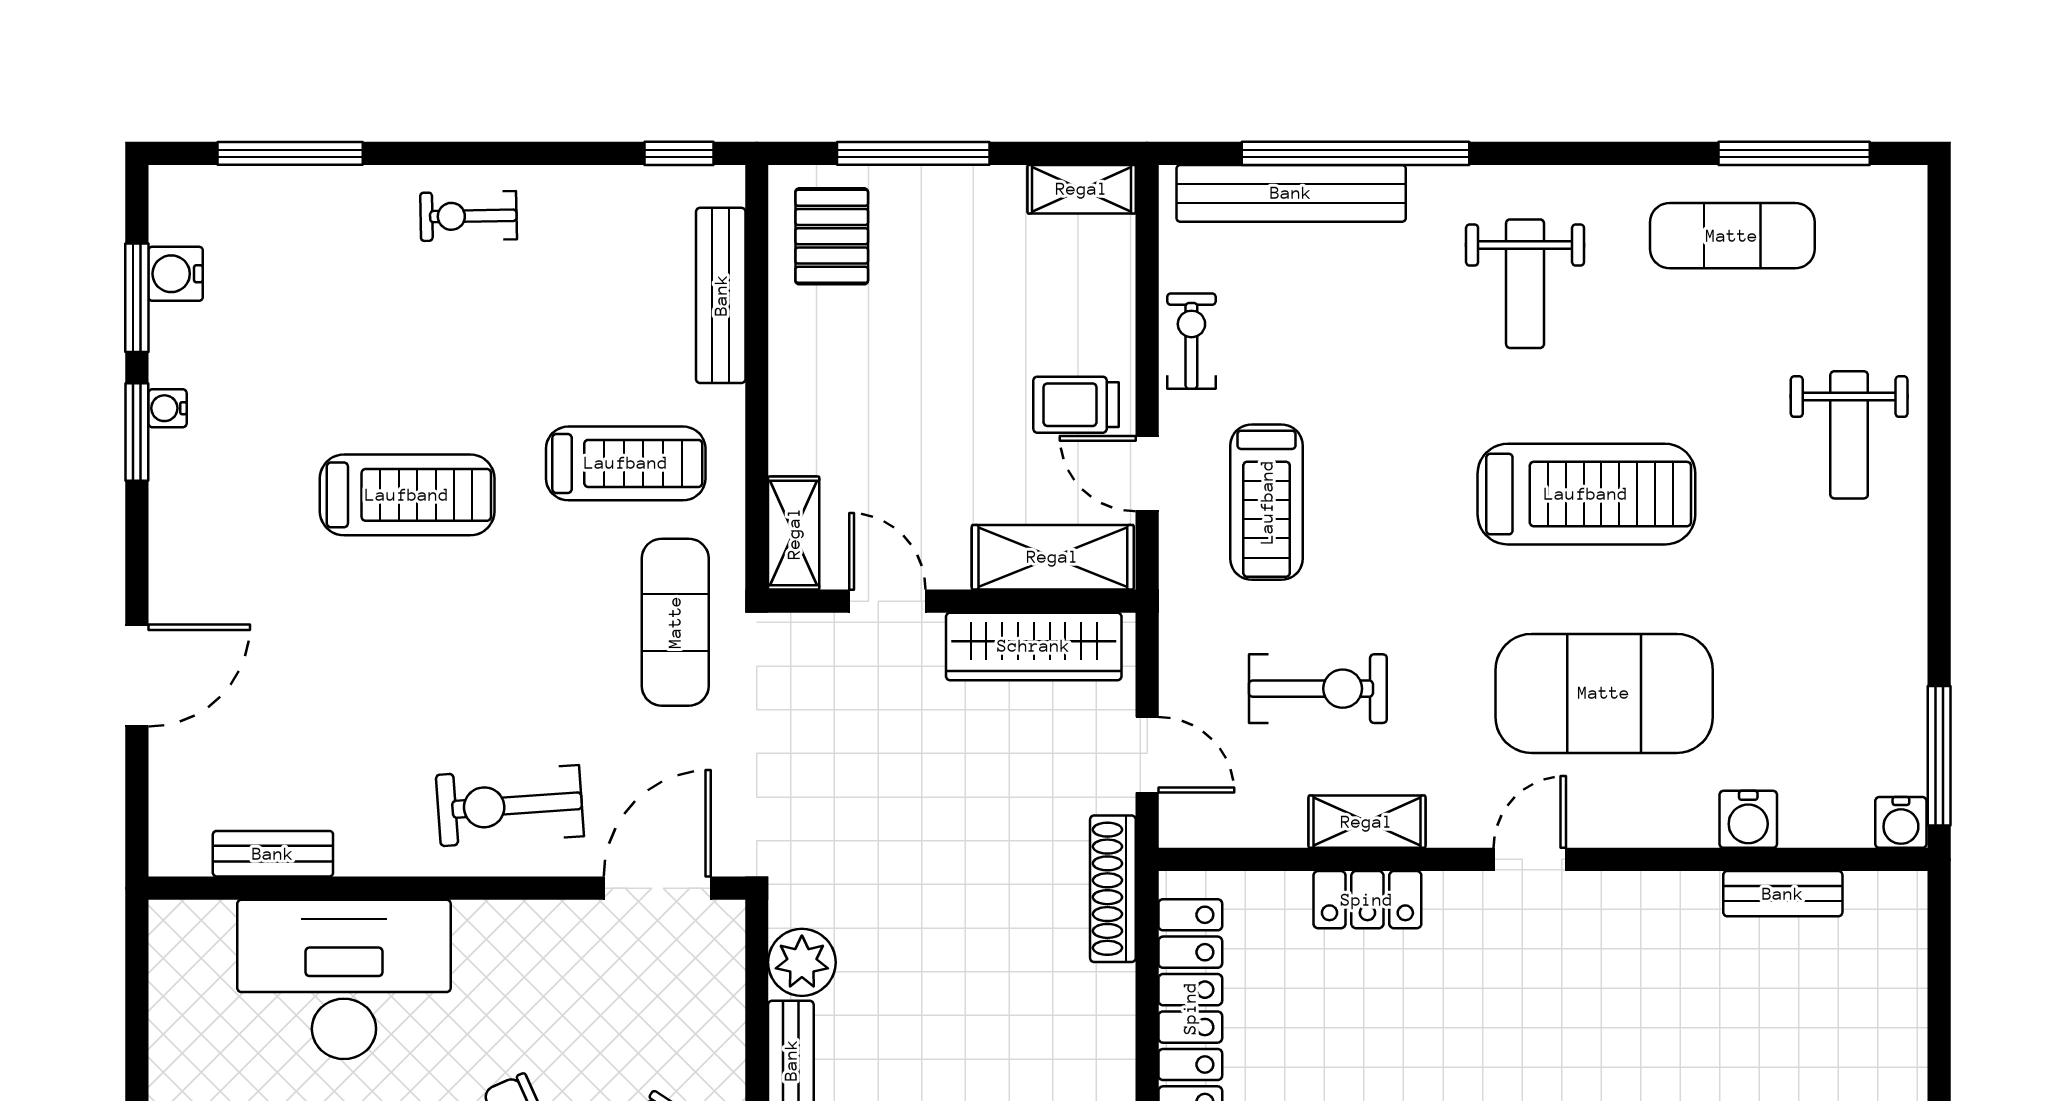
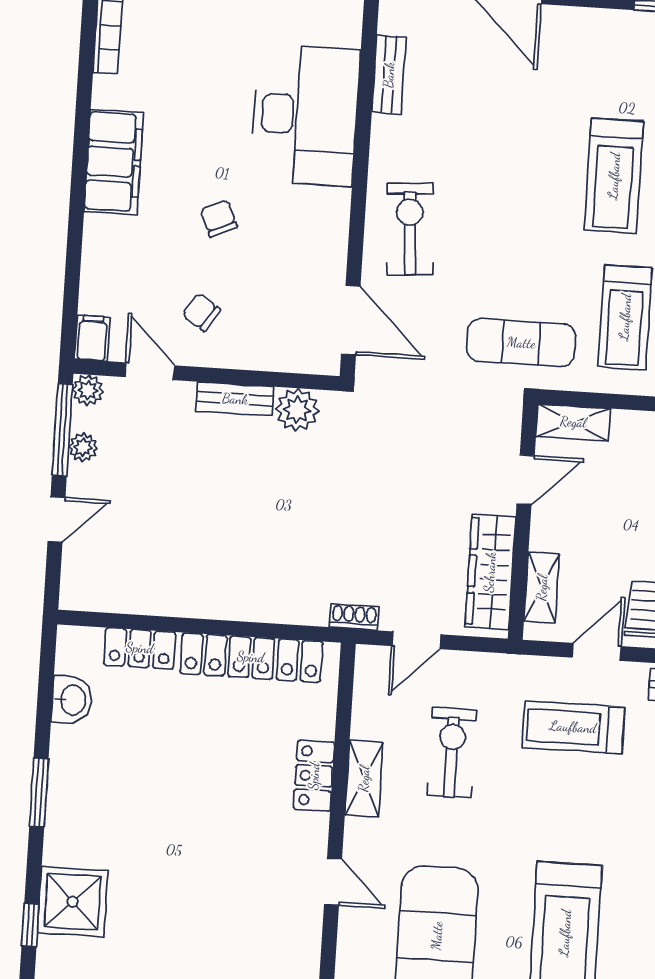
shelving: (1053, 557) -> (542, 588), width x0.67, depth x0.75
exercise bike: (1318, 689) -> (452, 753), turned 180
shoe rack: (1113, 889) -> (354, 617), width x0.51, depth x0.81

